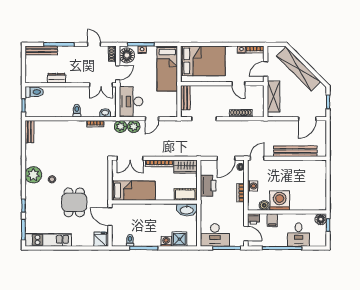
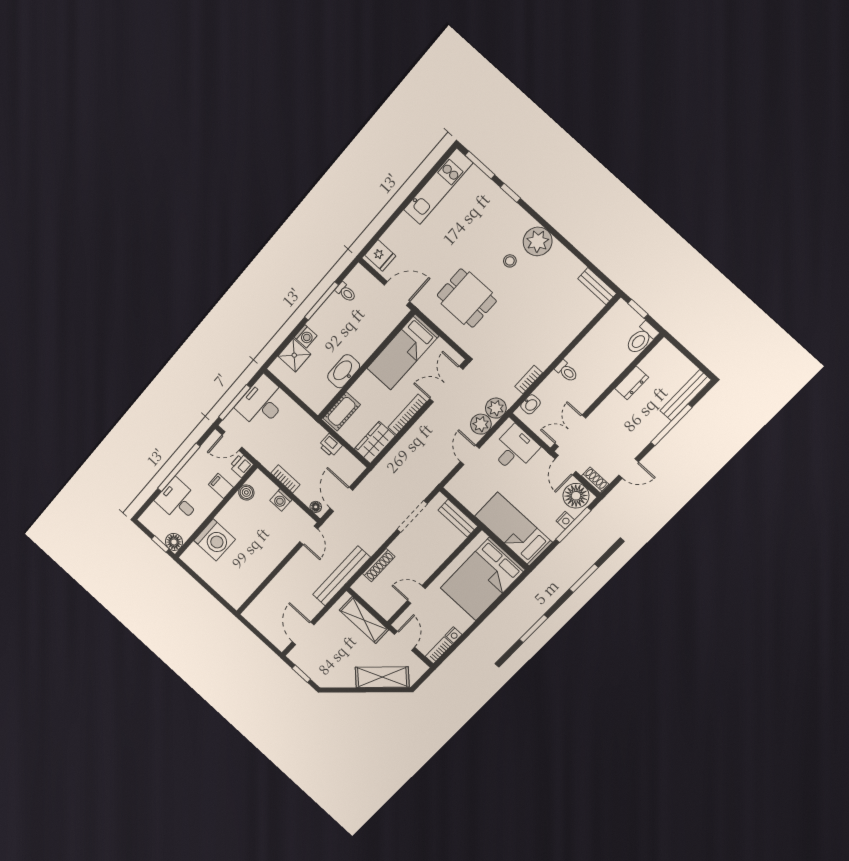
shelving: (299, 69) -> (382, 677), width x0.68
desk: (131, 101) -> (515, 449), width x0.73
bench: (295, 151) -> (341, 576), moved
printer: (208, 186) -> (330, 445), width x0.53, depth x0.68
washing machine: (280, 200) -> (215, 540), moved
dining table: (74, 202) -> (467, 298), moved
washbasin: (187, 210) -> (344, 371), moved

